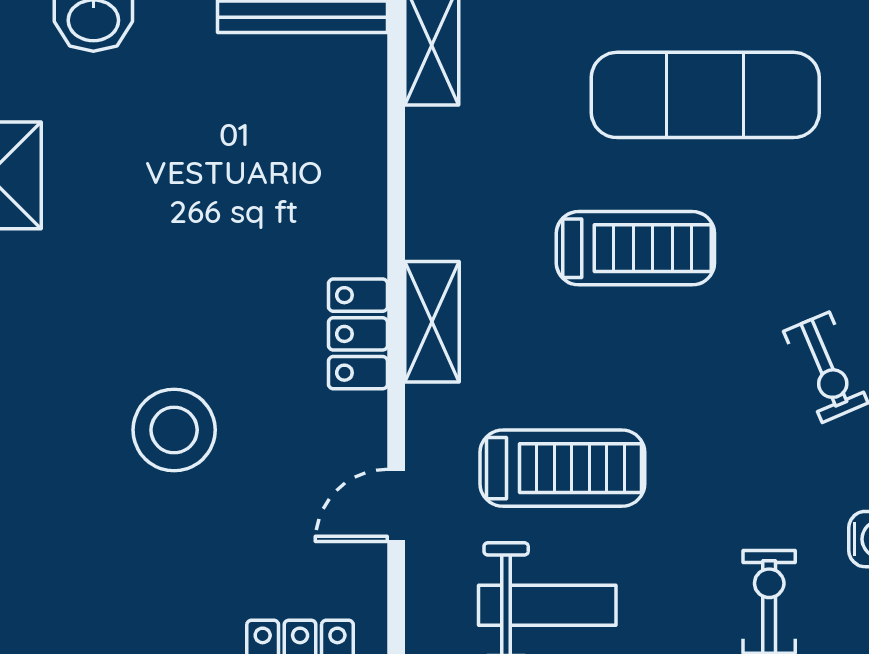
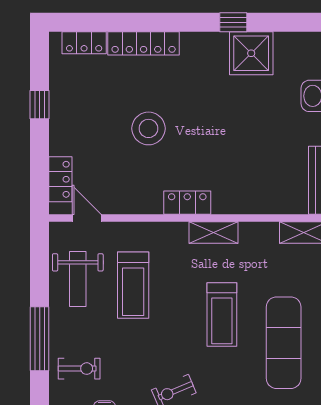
shelving: (432, 322) -> (213, 232), moved
door: (396, 505) -> (87, 218), moved

